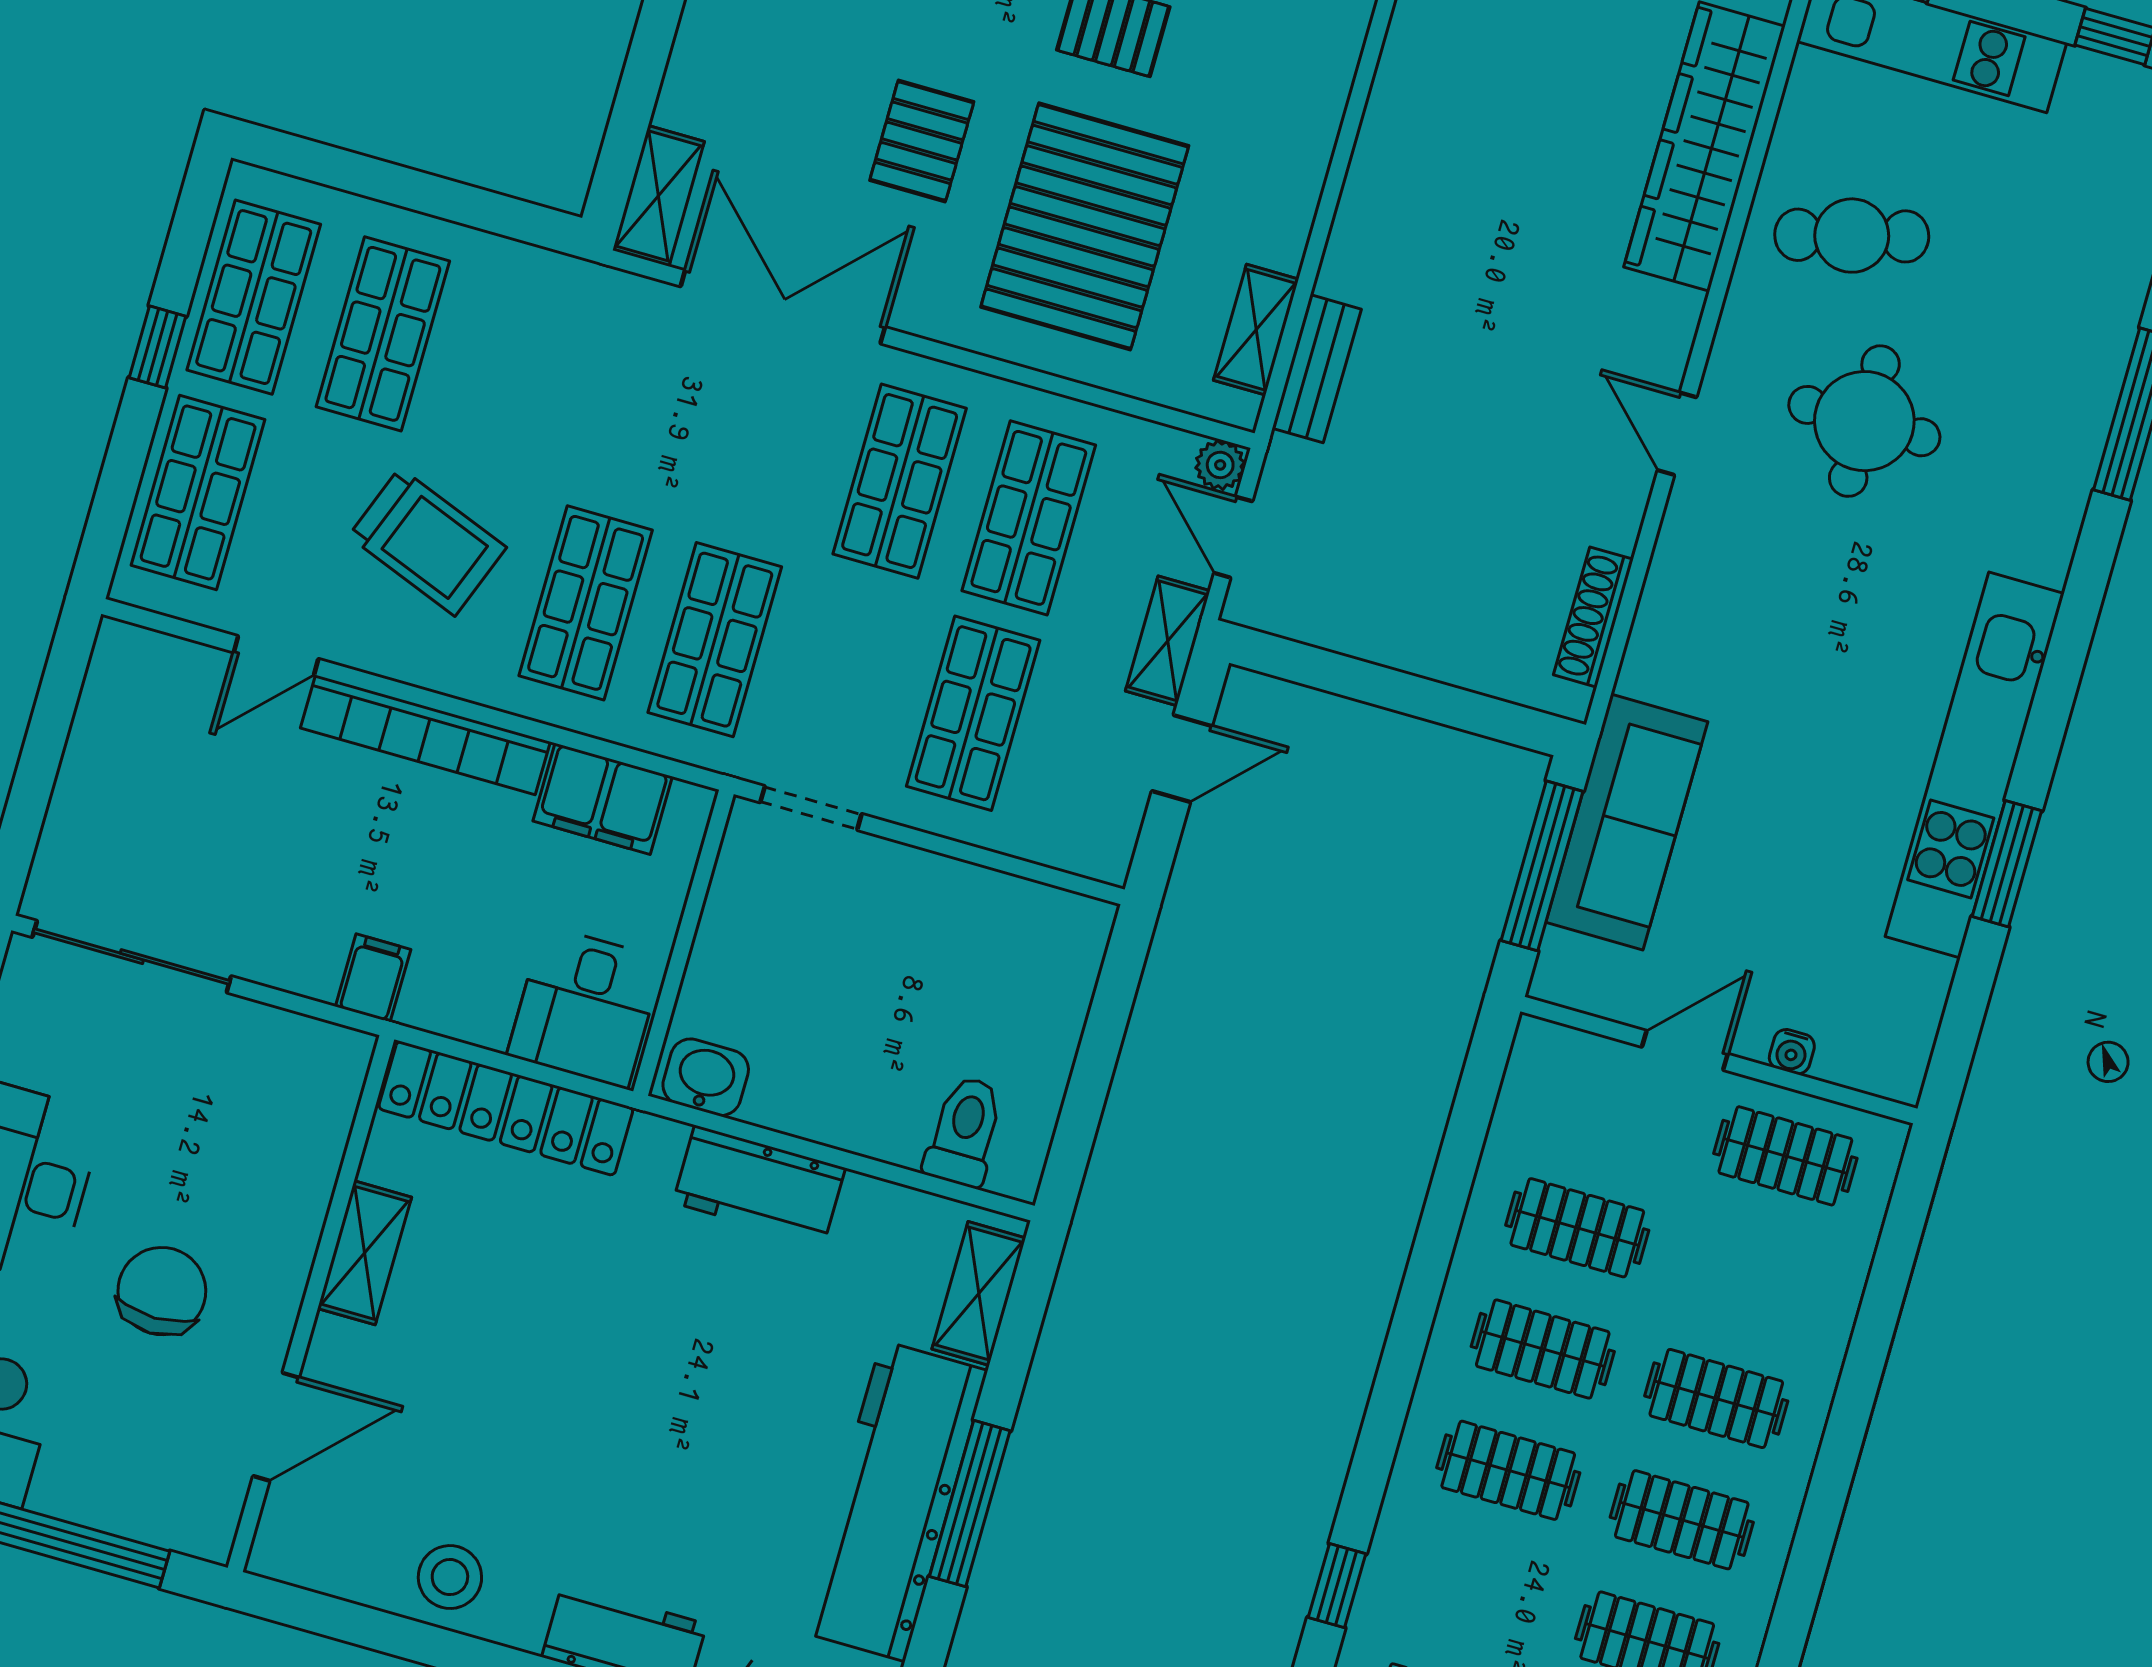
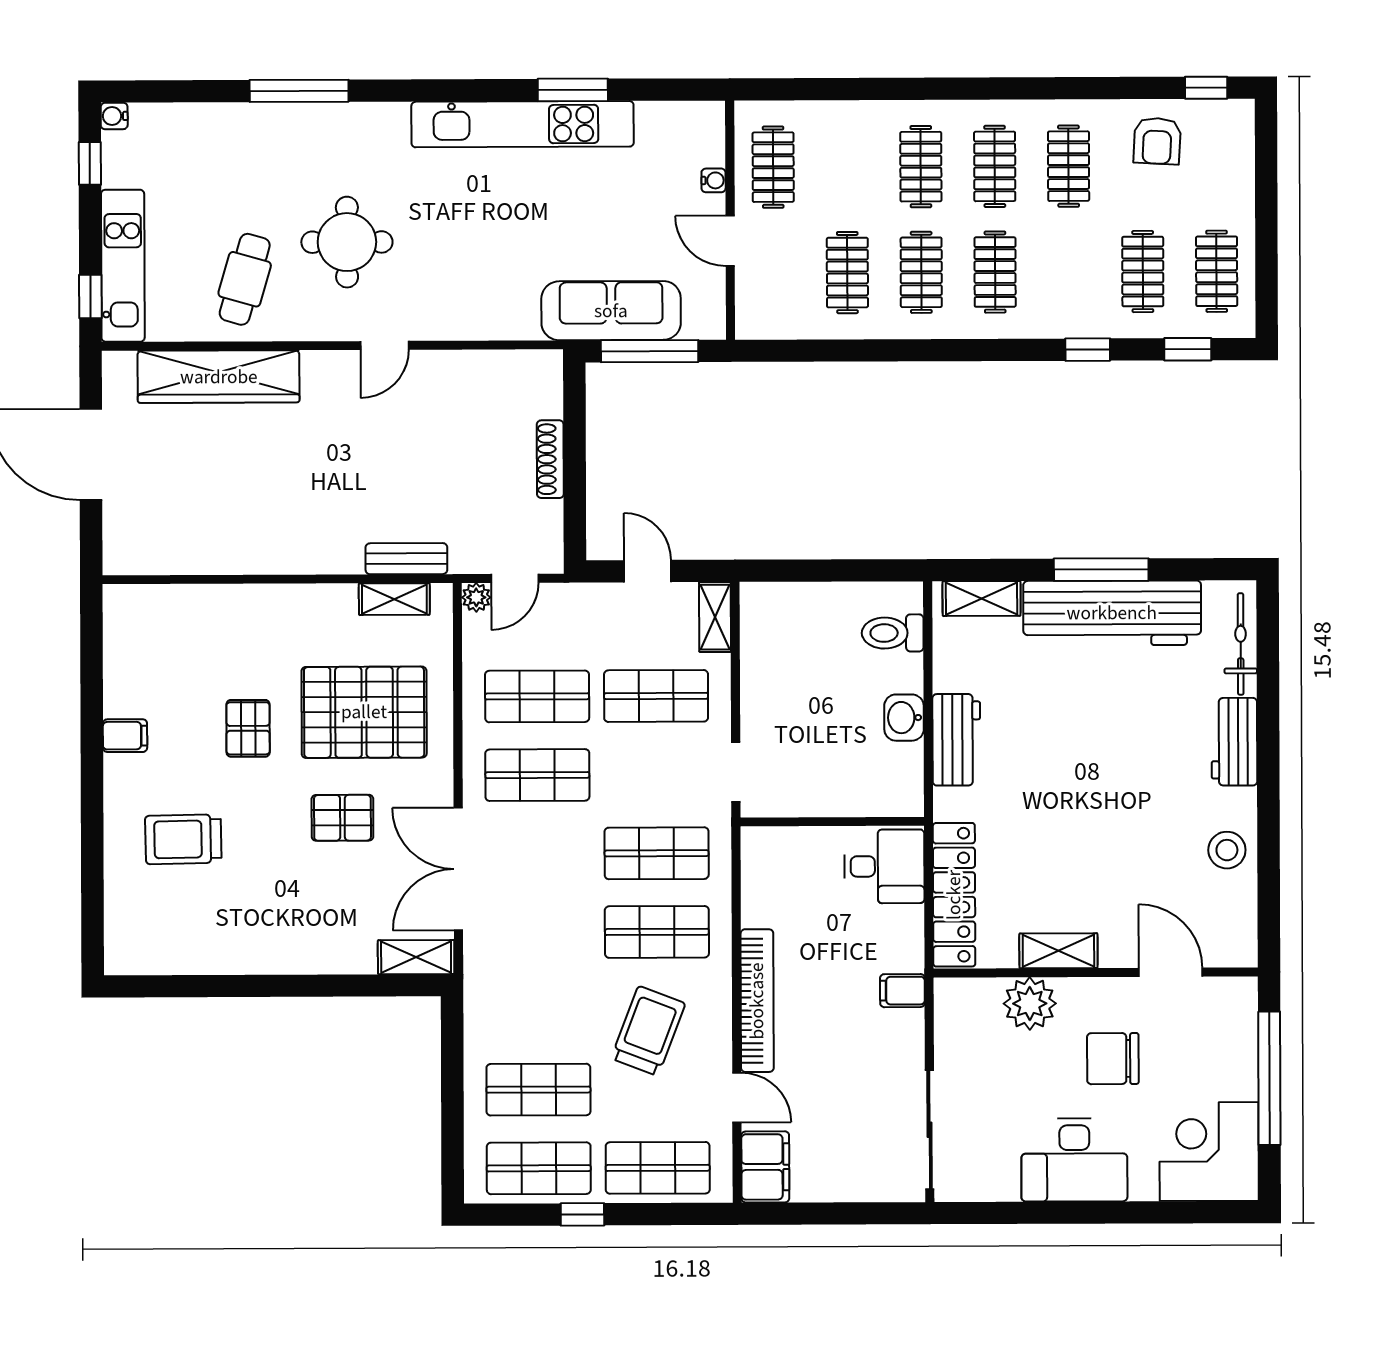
cafe table: (1852, 236) -> (245, 279), turned 31
shoe rack: (1593, 617) -> (550, 459), moved, turned 90
shelving: (1168, 641) -> (715, 617), moved, turned 90
filing cabinet: (603, 799) -> (765, 1167), moved
washbasin: (706, 1077) -> (904, 718), moved
plant: (291, 1181) -> (1030, 1004), added

